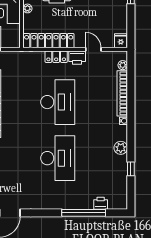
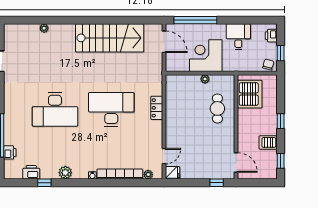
locker: (49, 41) -> (173, 100), removed
door: (93, 49) -> (164, 156), moved
printer: (77, 58) -> (31, 172), moved, turned 90
desk: (58, 102) -> (111, 109), turned 180

